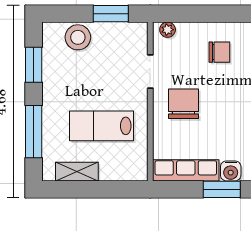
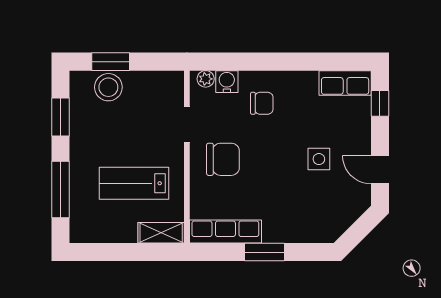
window: (111, 14) -> (111, 62), moved
chair: (184, 104) -> (223, 159), turned 90
water cooler: (231, 171) -> (227, 82), moved, turned 180
shelving: (77, 172) -> (161, 233), moved

